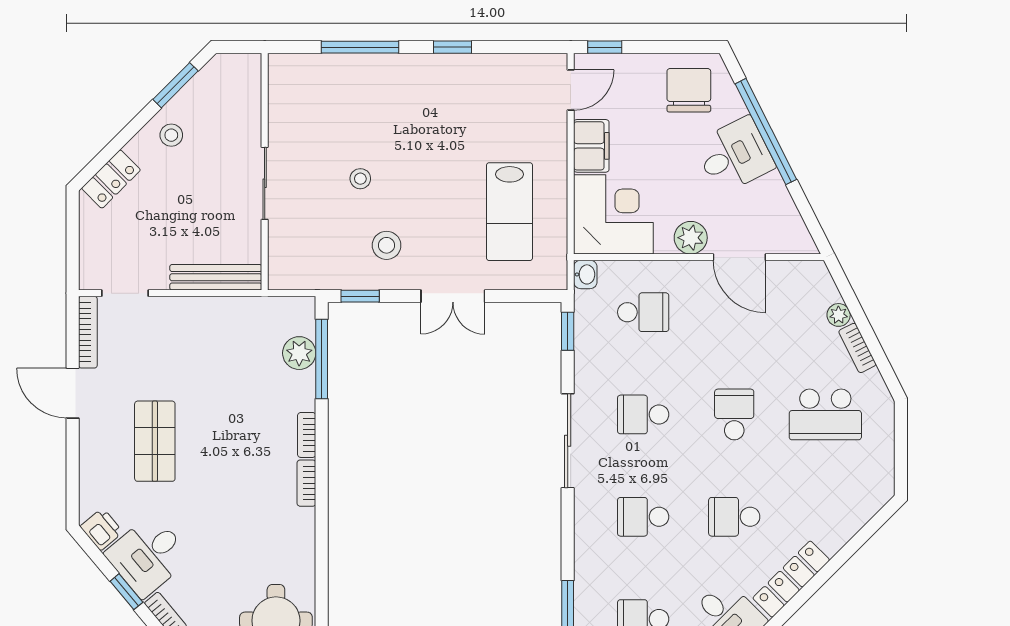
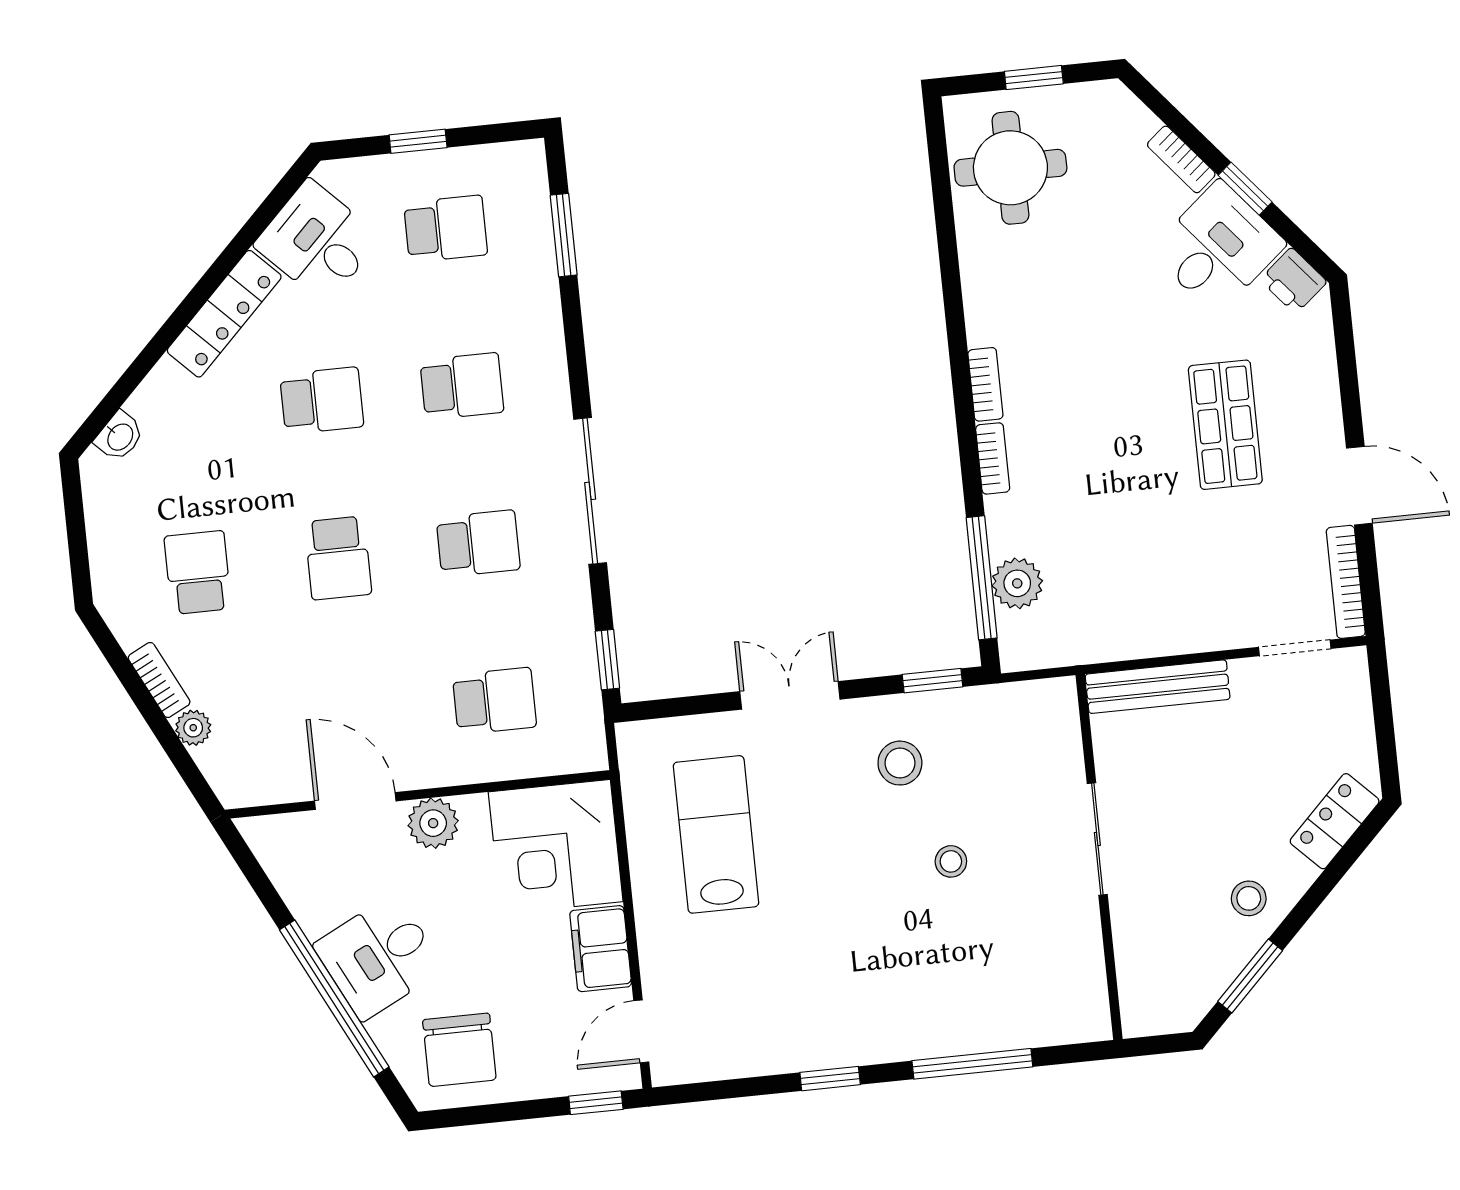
washbasin: (585, 274) -> (119, 436), moved, turned -135
school desk: (643, 312) -> (494, 701), turned 180
school desk: (825, 414) -> (198, 572), width x0.54

